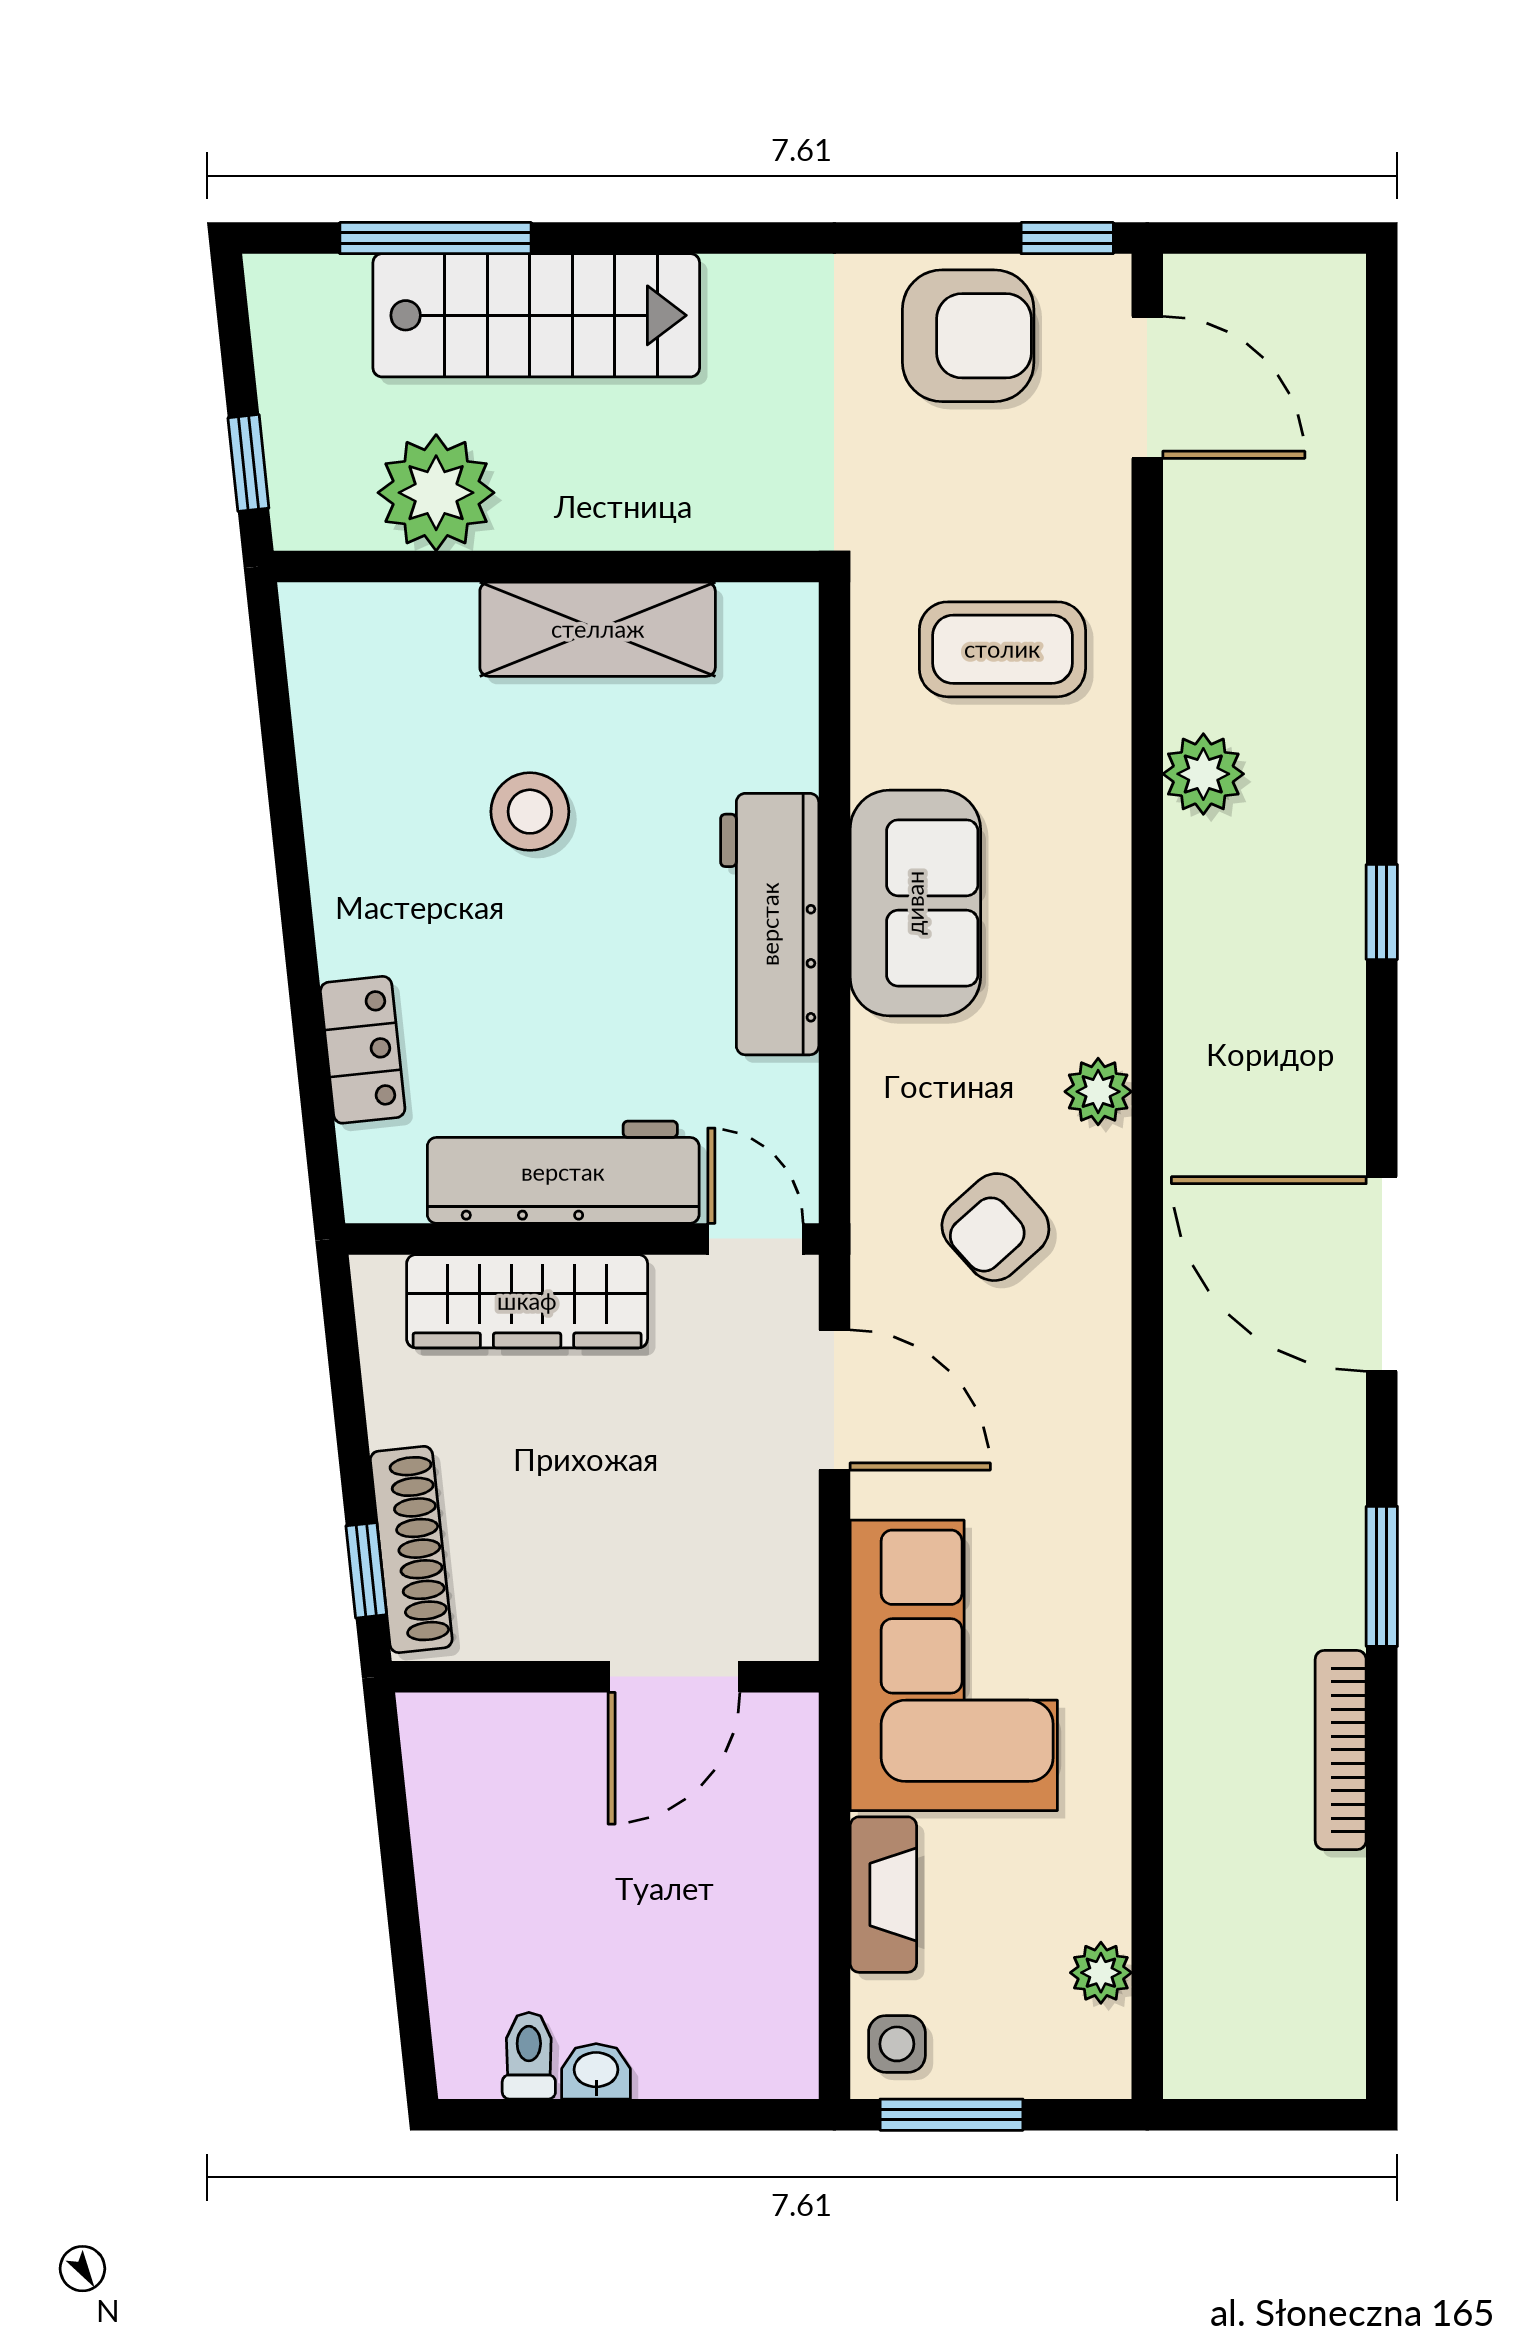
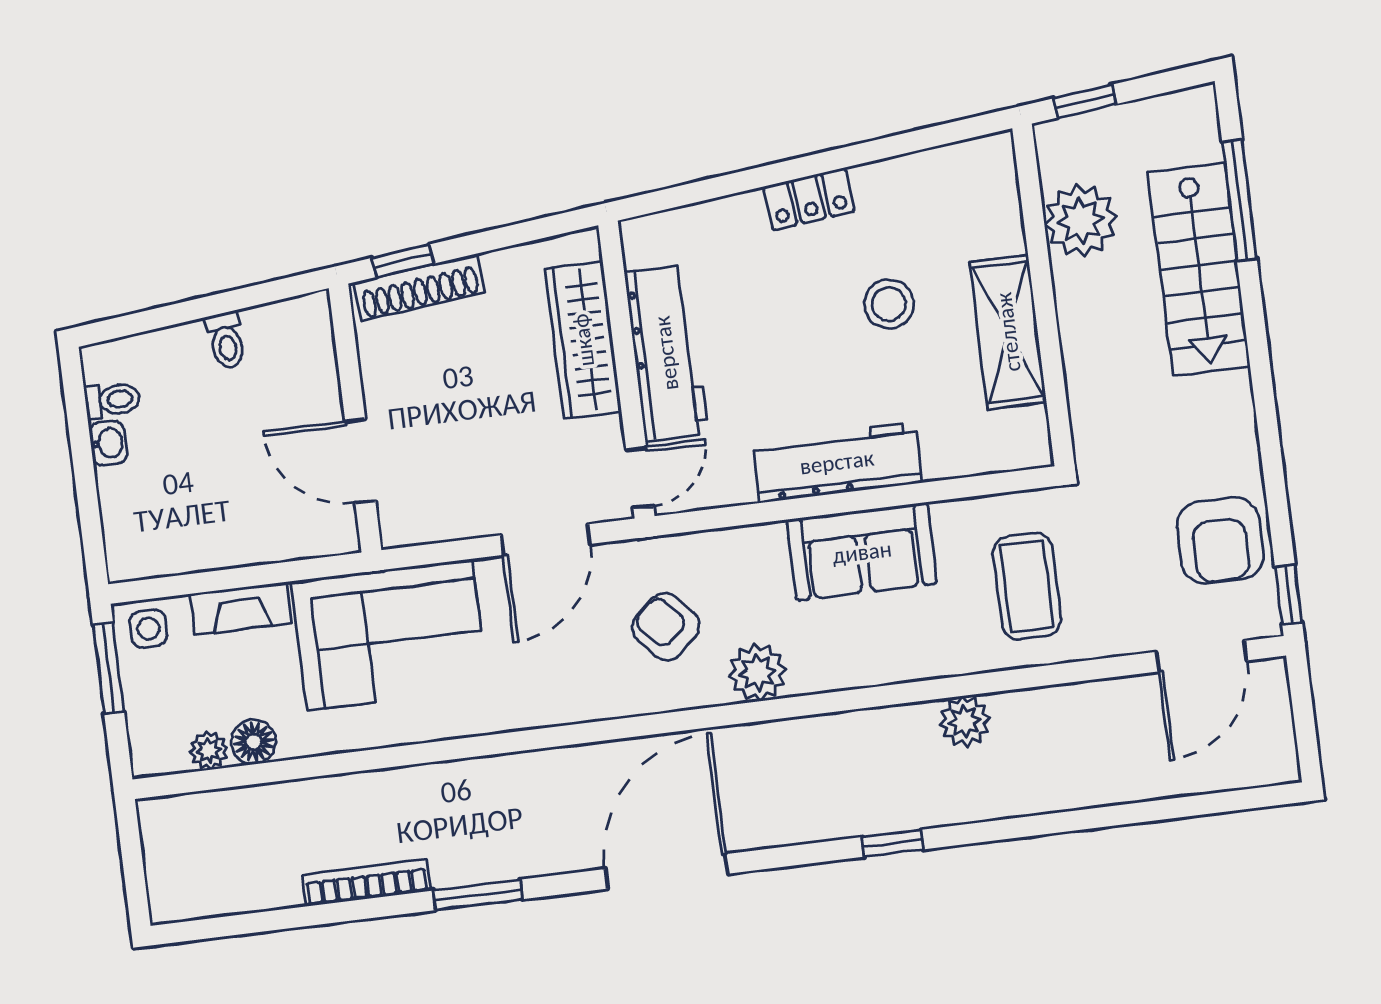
locker: (363, 1050) -> (809, 199), moved
plant: (1098, 1092) -> (757, 672), width x1.38, depth x1.38
toilet: (457, 1865) -> (226, 340), added
floor lamp: (1096, 1900) -> (254, 742), added

